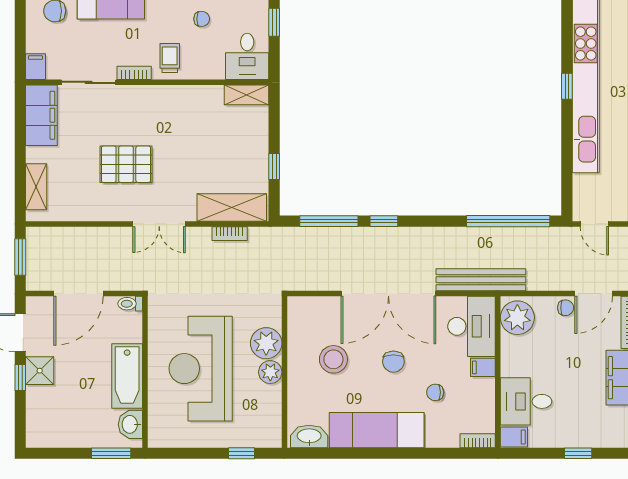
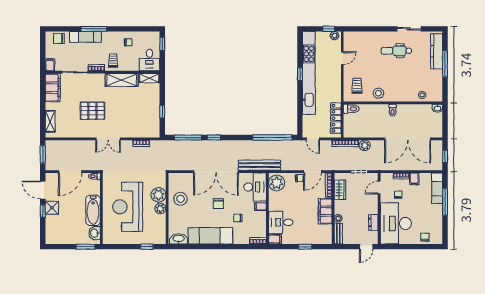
shelving: (232, 207) -> (122, 80), moved
stool: (333, 359) -> (180, 199), moved

